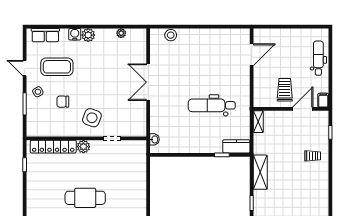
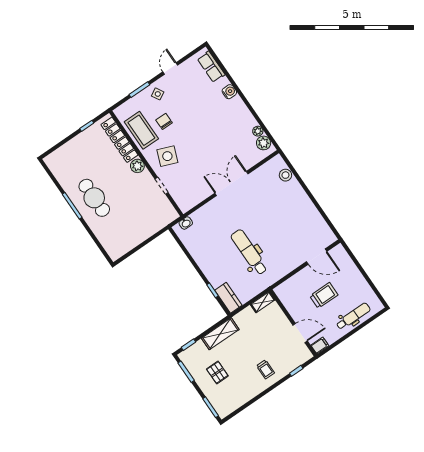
plant: (88, 35) -> (264, 143), moved
coffee table: (57, 67) -> (141, 130), moved
trolley: (285, 90) -> (324, 295), moved
pallet: (289, 195) -> (217, 372), added

